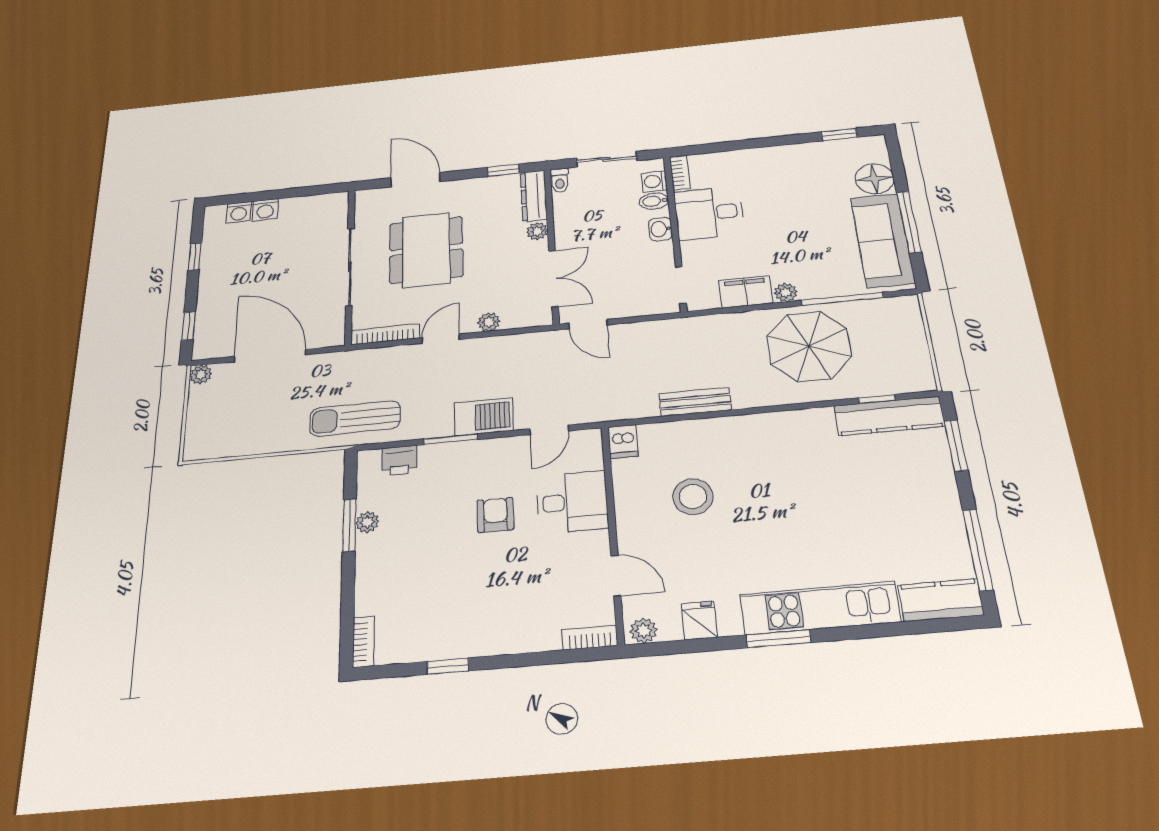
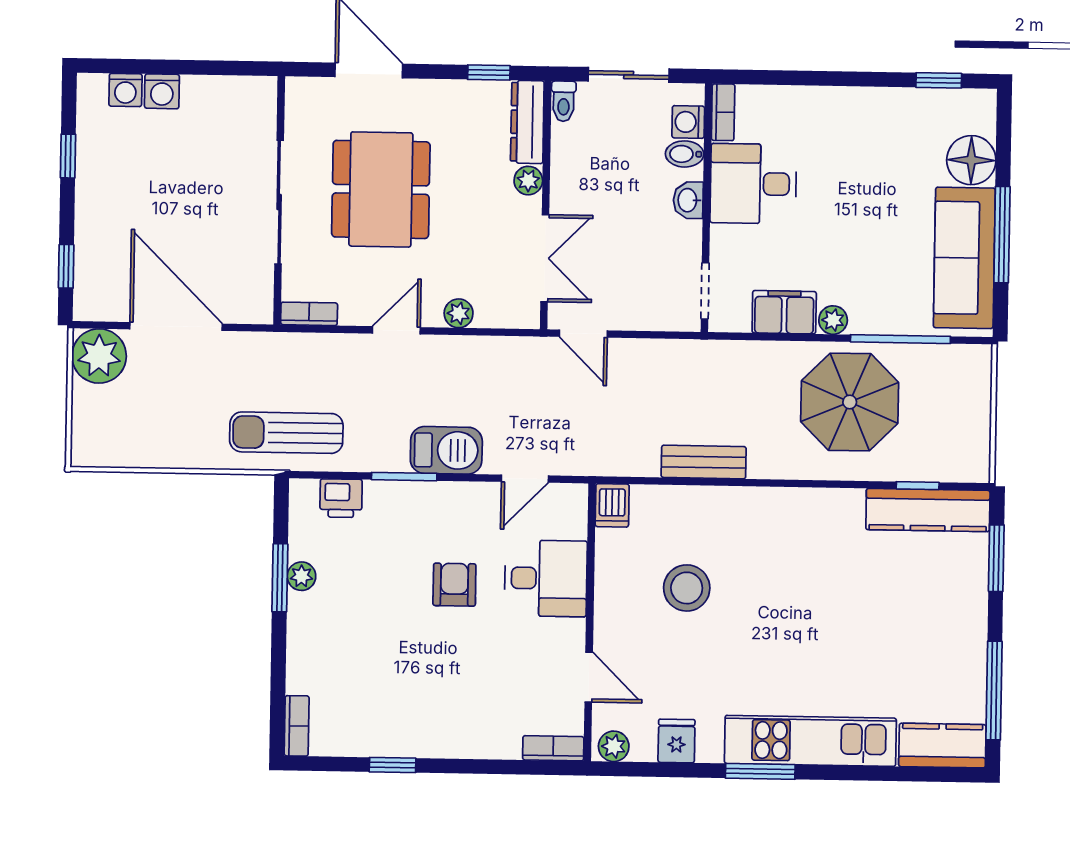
bookcase: (385, 334) -> (309, 314), width x0.64
plant: (201, 374) -> (99, 356), width x1.87, depth x1.87

